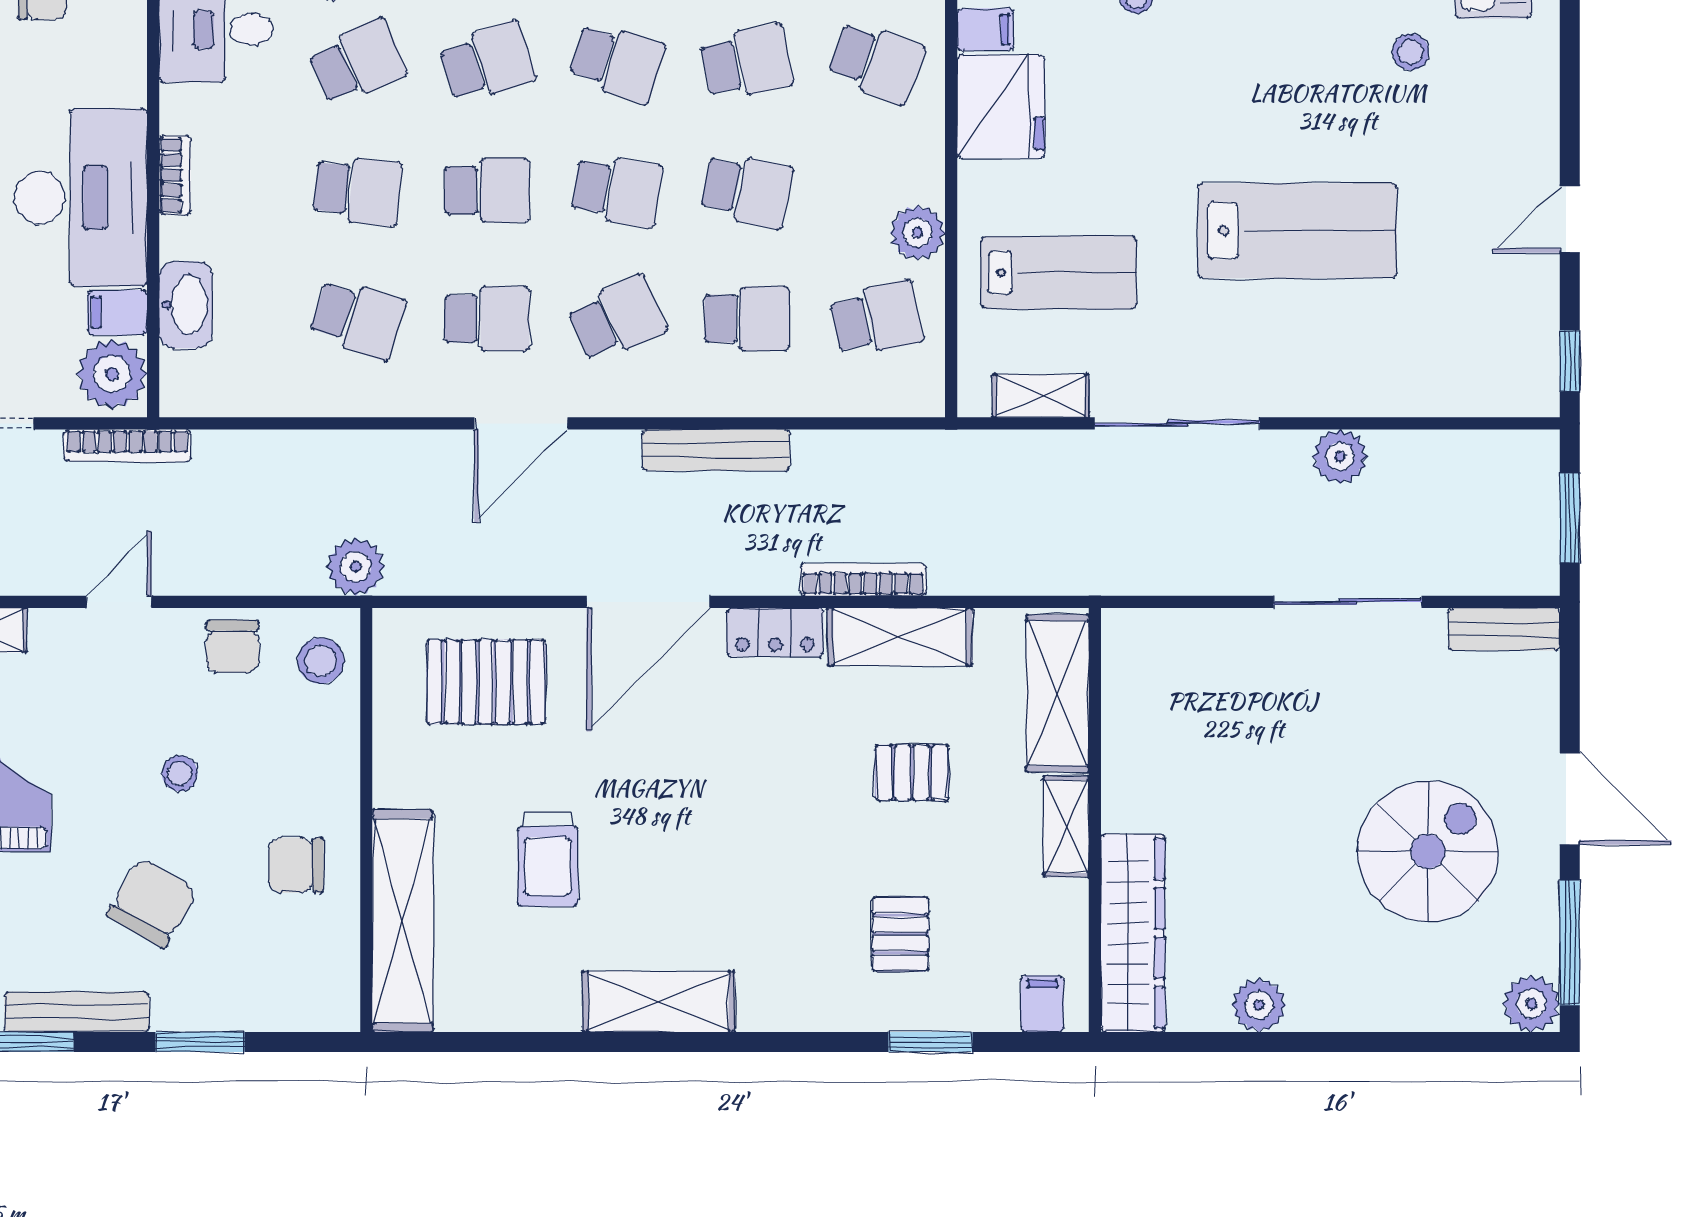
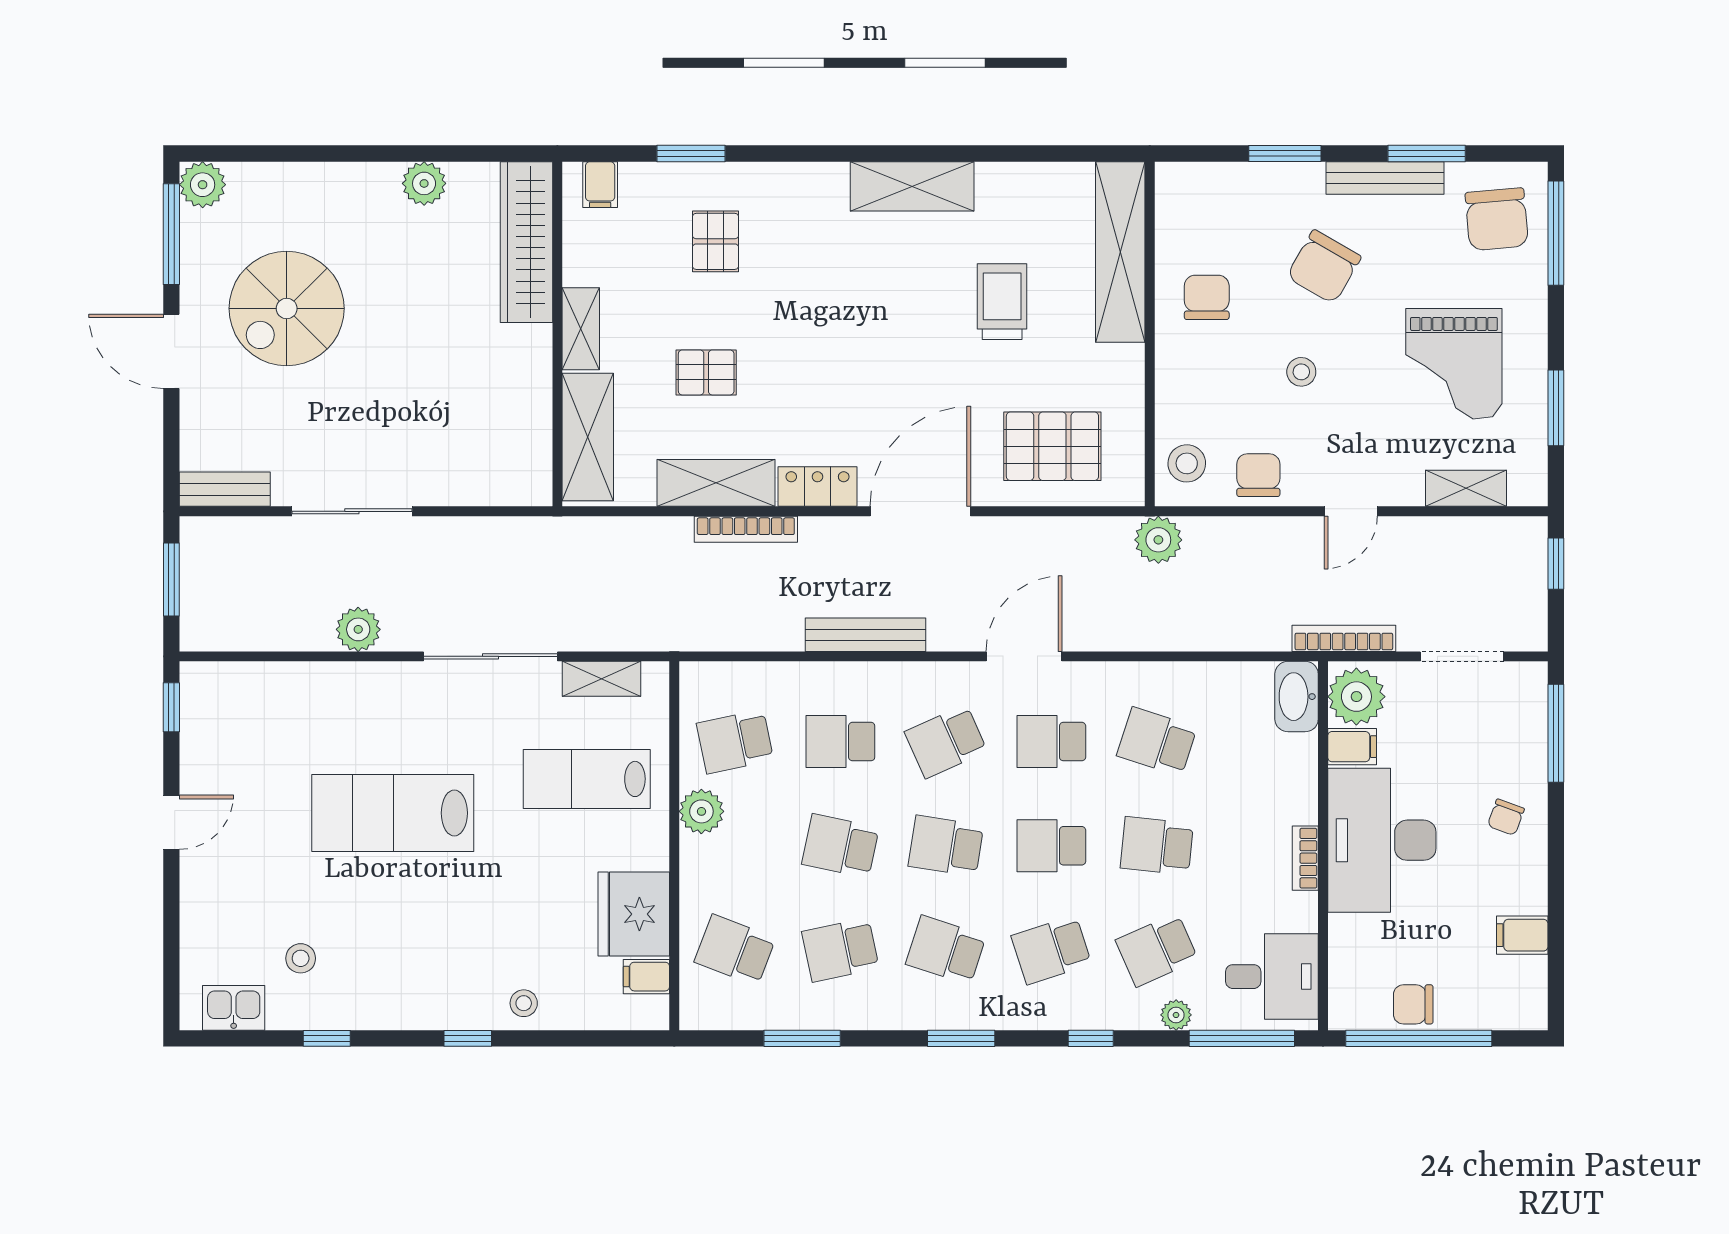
washbasin: (186, 305) -> (1297, 697), moved
chair: (296, 865) -> (1207, 297), turned -90

